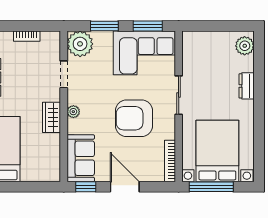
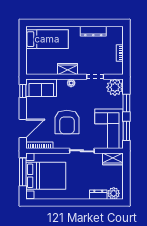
wardrobe: (191, 47) -> (113, 159), added
dresser: (247, 86) -> (98, 195), moved
armchair: (134, 118) -> (67, 122), turned 180
door: (125, 187) -> (23, 129), moved

